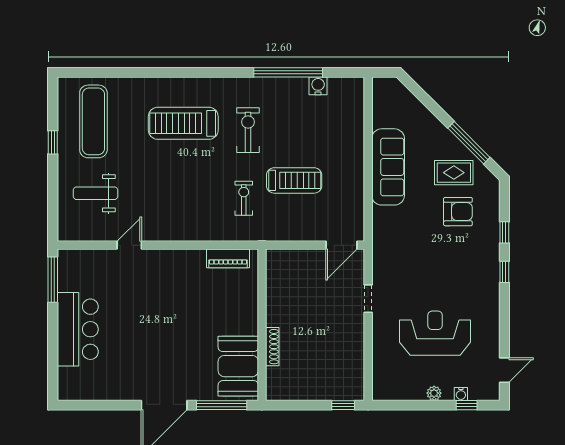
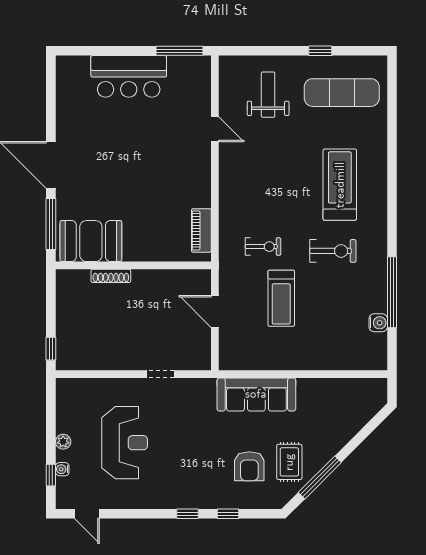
sofa: (388, 167) -> (256, 394), moved
door: (341, 245) -> (215, 312), moved

